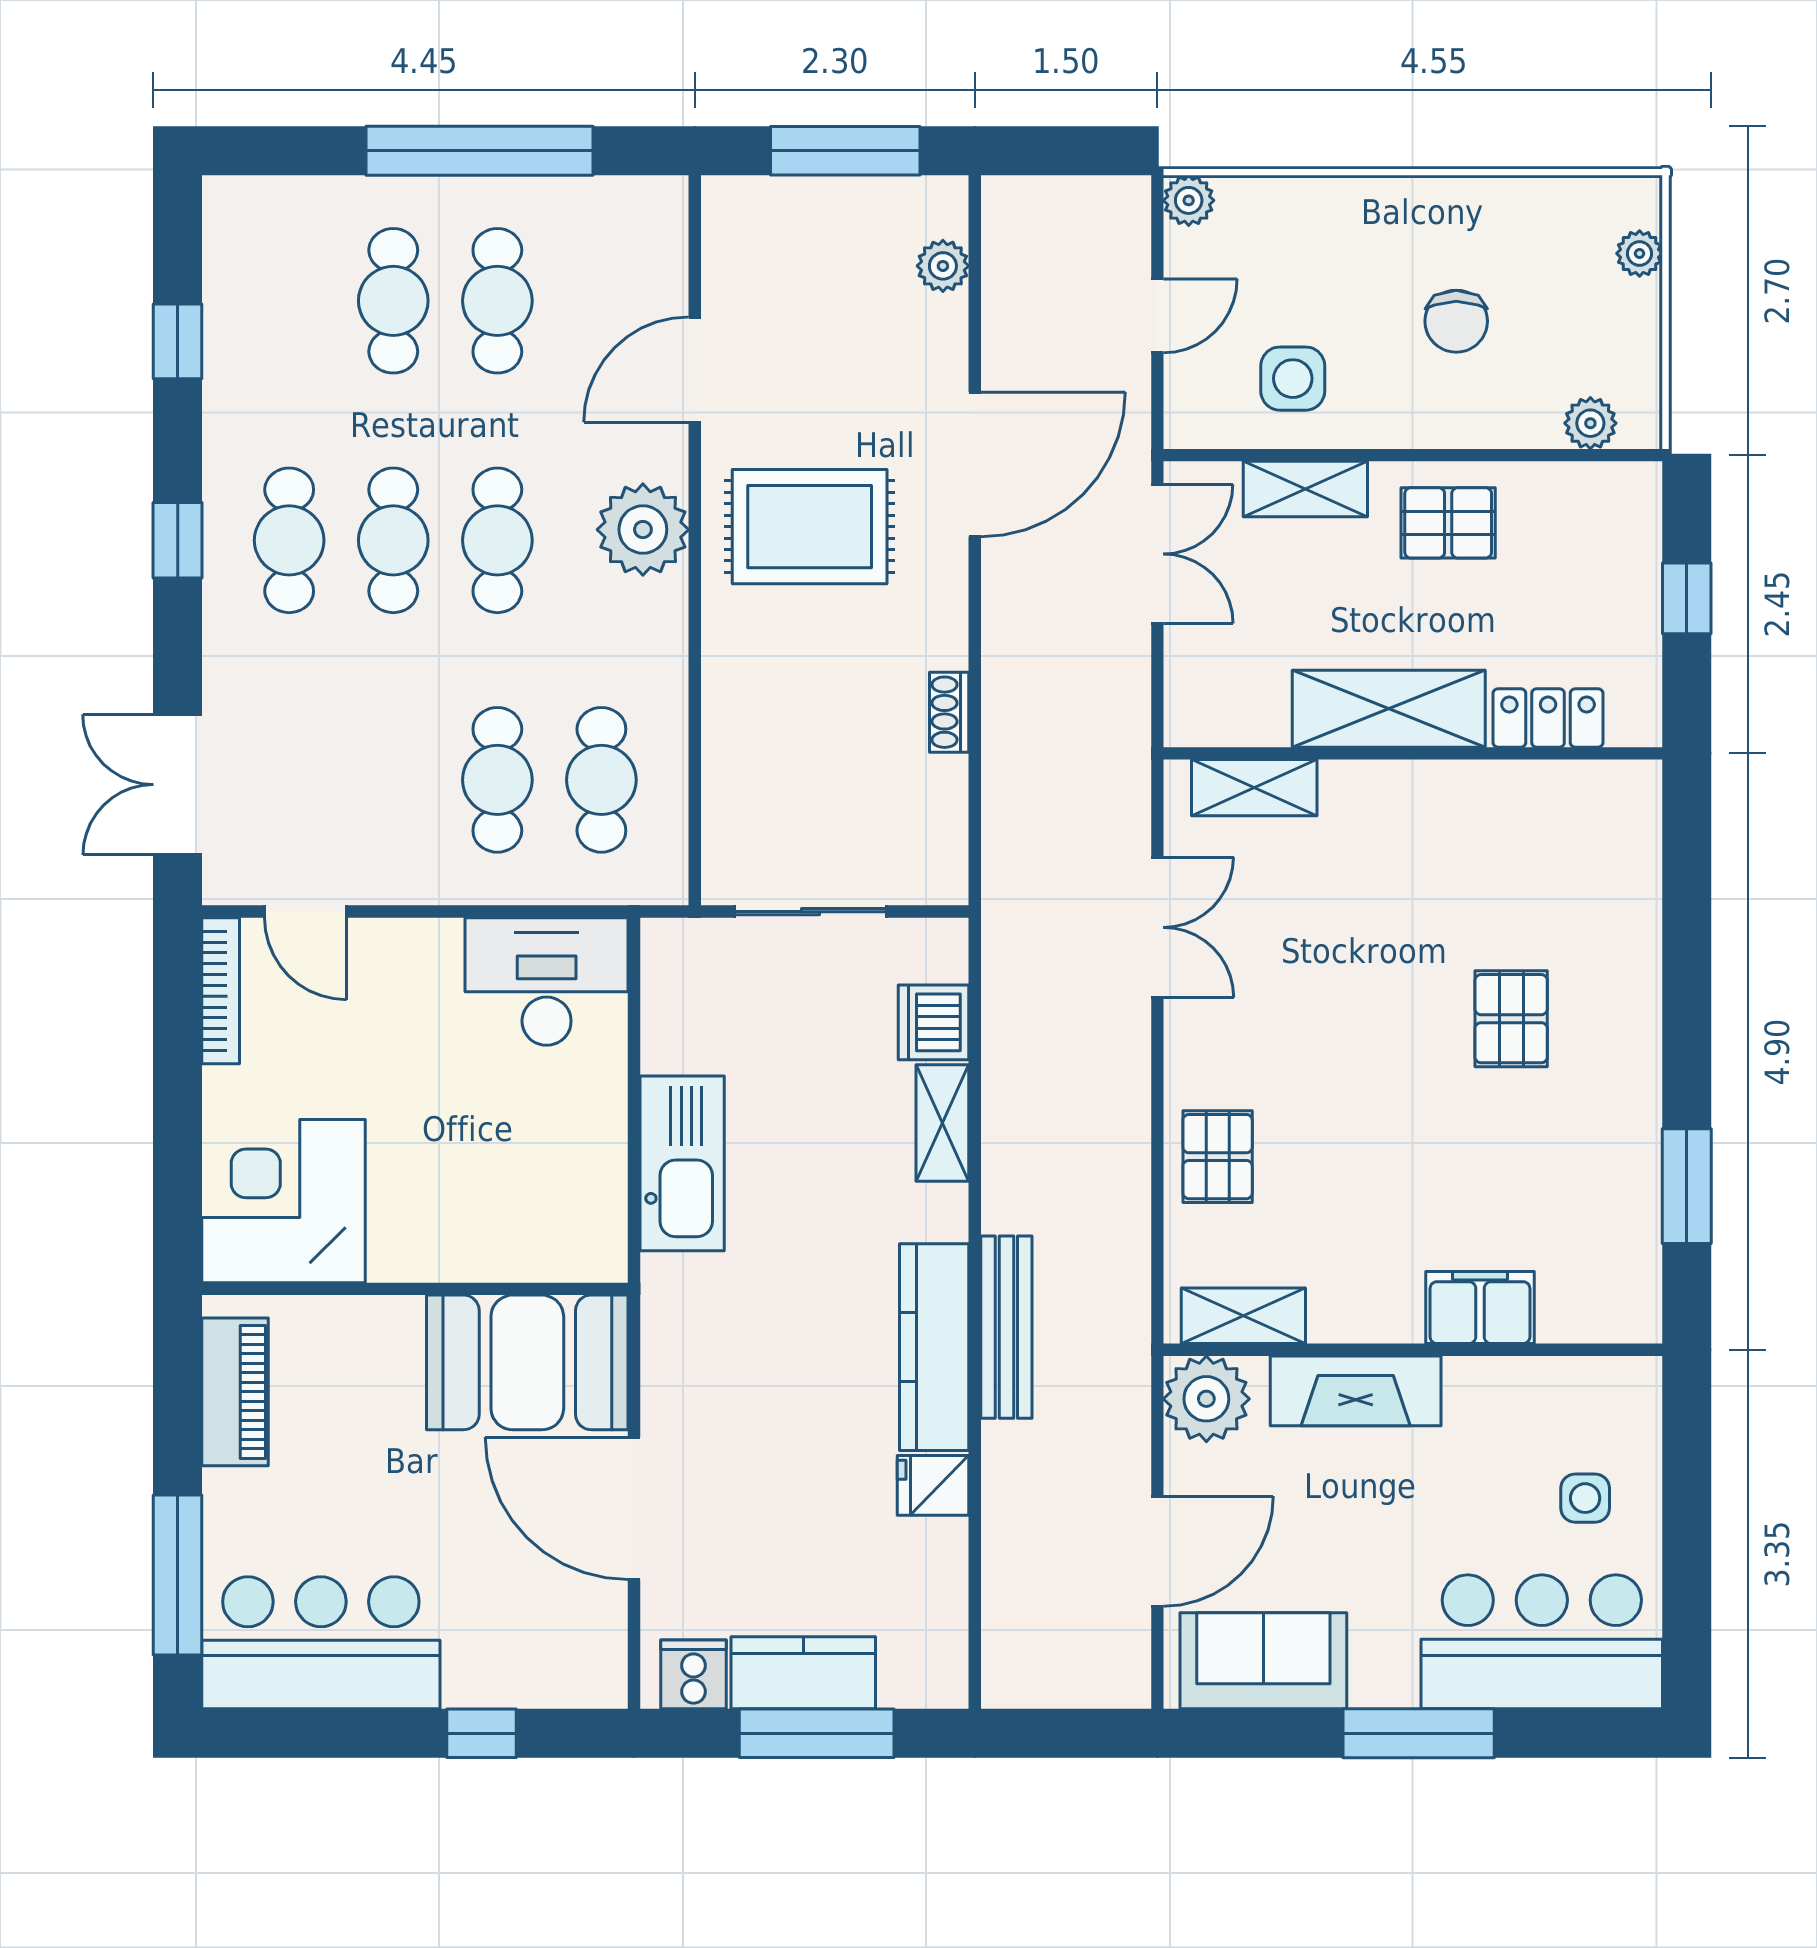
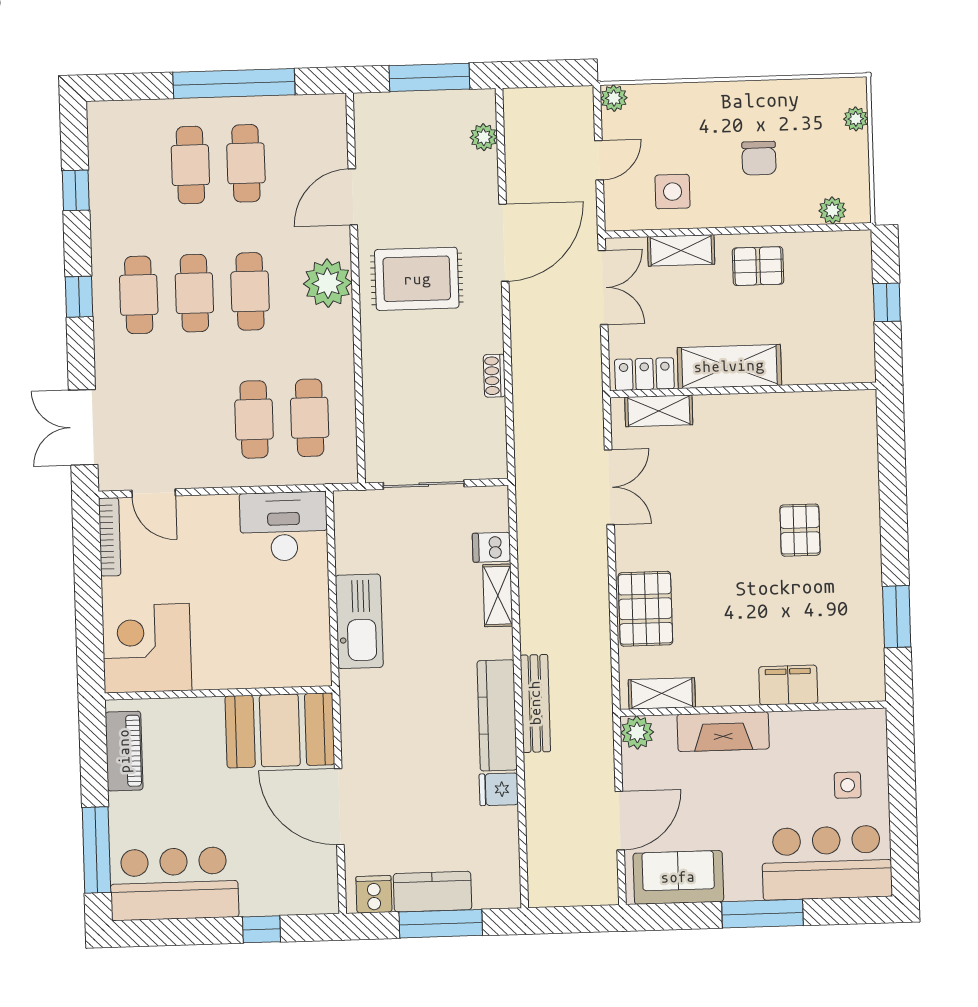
locker: (1548, 718) -> (644, 374), moved
dishwasher: (934, 1022) -> (491, 547), width x0.73
pallet: (1218, 1157) -> (645, 609), width x1.50, depth x1.42
plant: (1206, 1399) -> (637, 732), width x0.73, depth x0.73

